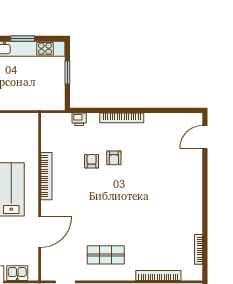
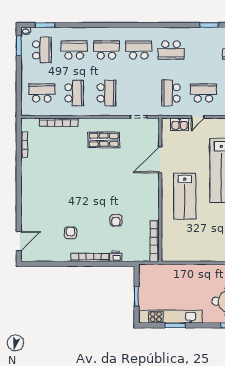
printer: (79, 119) -> (116, 256), moved
armchair: (114, 158) -> (71, 233), moved
bookcase: (46, 176) -> (155, 241), moved

